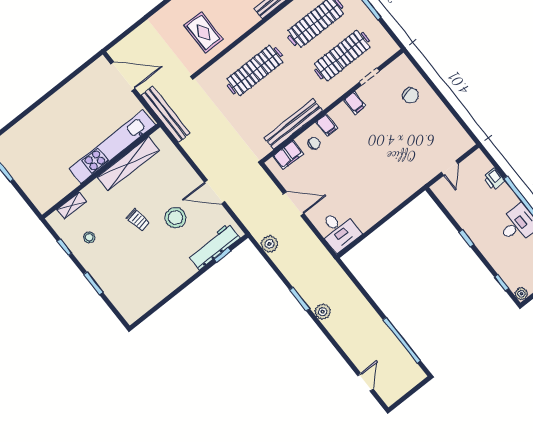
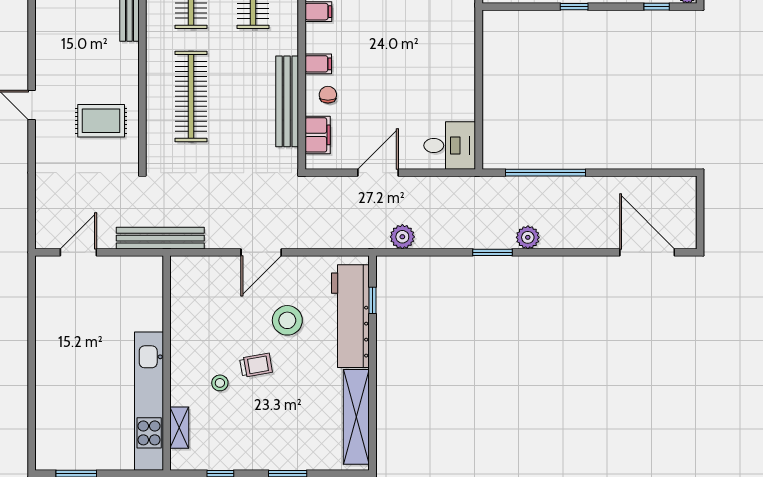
door: (123, 76) -> (78, 252), width x0.73
kitchen unit: (112, 147) -> (149, 401), moved
shelving: (128, 164) -> (356, 417), moved
door: (214, 192) -> (261, 252), moved
stool: (89, 237) -> (220, 383), moved
workbench: (214, 246) -> (350, 316), width x1.36, depth x1.32
window: (402, 340) -> (546, 173), moved
door: (365, 382) -> (647, 252), width x1.87

